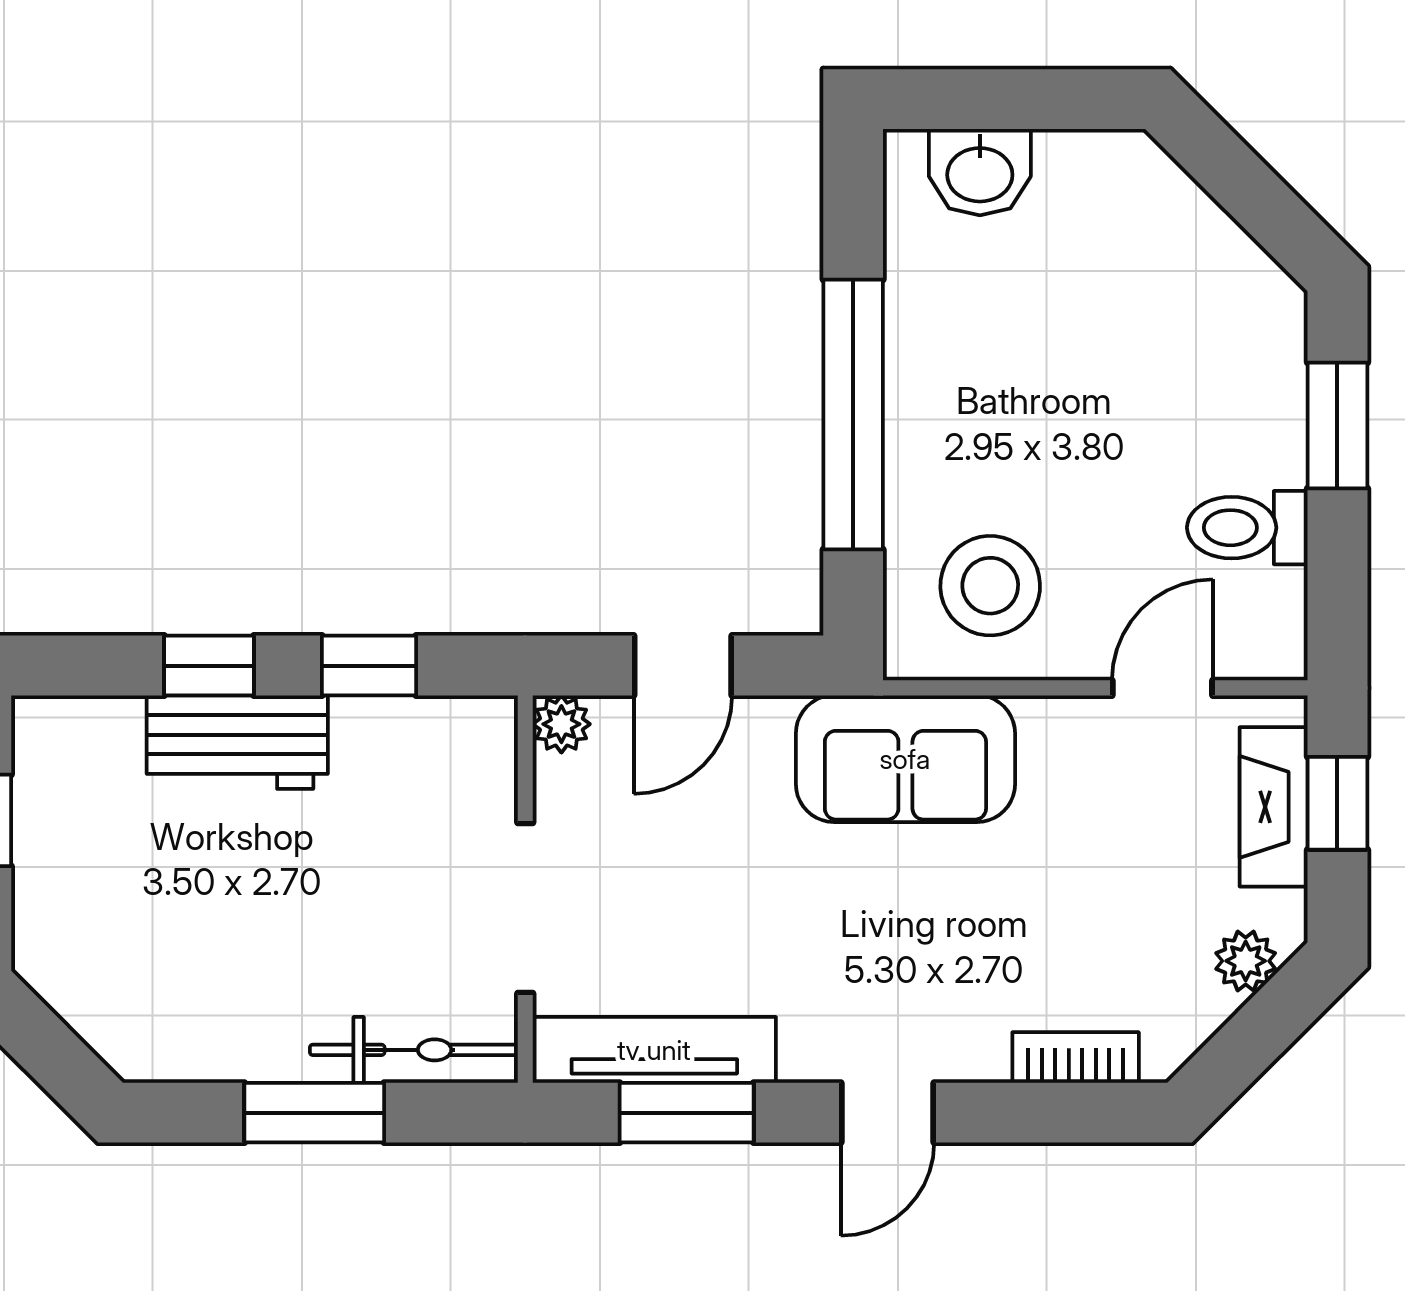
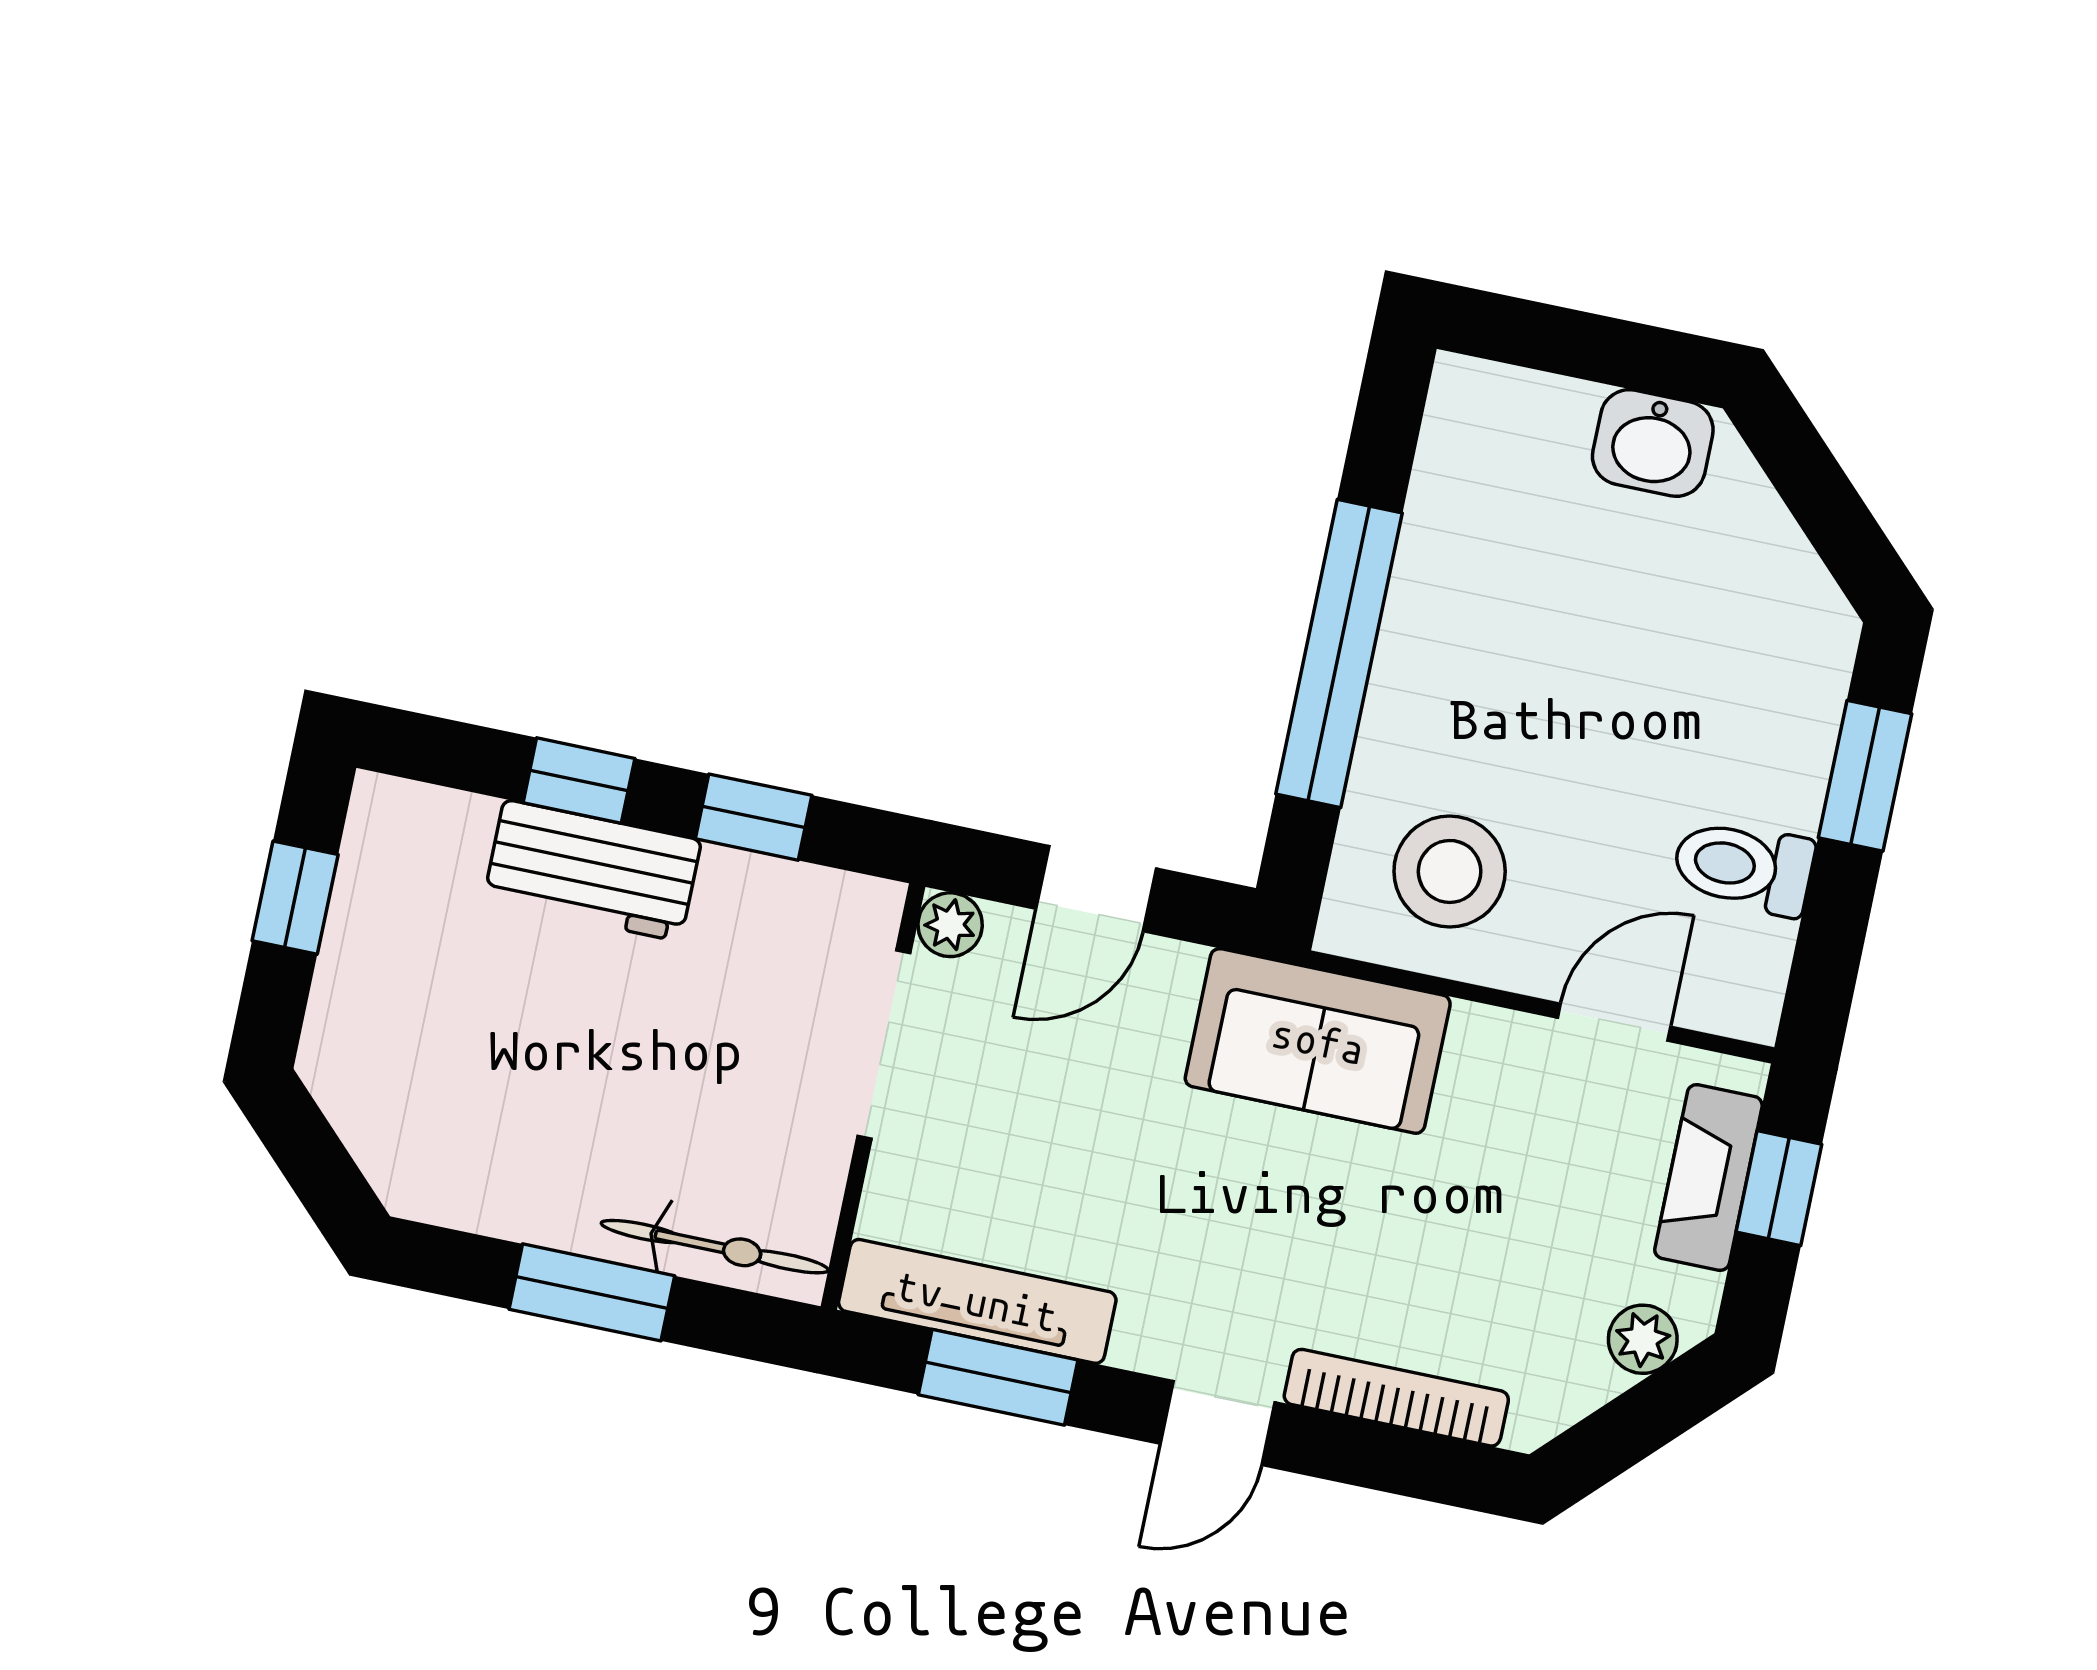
washbasin: (980, 172) -> (1653, 443), moved
doorway: (525, 908) -> (884, 1045), moved
bookcase: (1076, 1058) -> (1396, 1398), width x1.56

